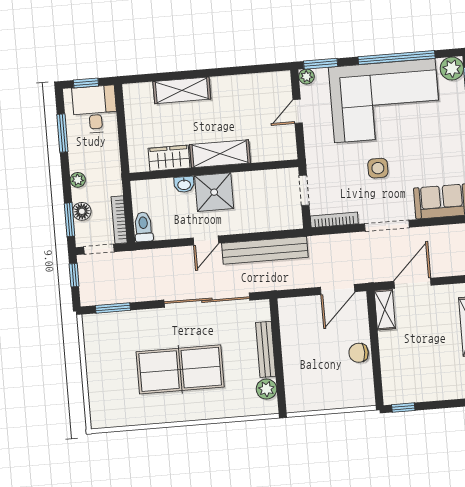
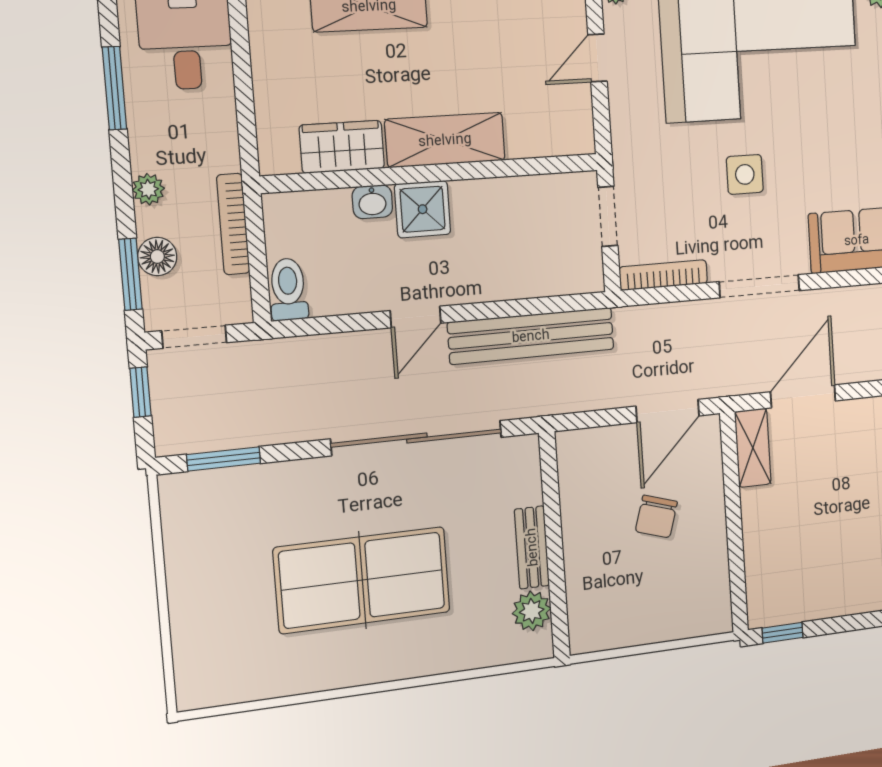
shower: (214, 192) -> (423, 209), width x0.73, depth x0.73
bookcase: (119, 220) -> (233, 224), moved
bench: (266, 349) -> (532, 547), width x0.73
chair: (359, 353) -> (656, 516), moved, turned -73

